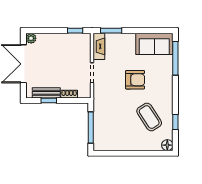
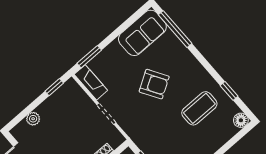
plant: (31, 38) -> (33, 119), moved
armchair: (135, 80) -> (154, 84), turned 59
coffee table: (149, 117) -> (199, 108), turned -57

